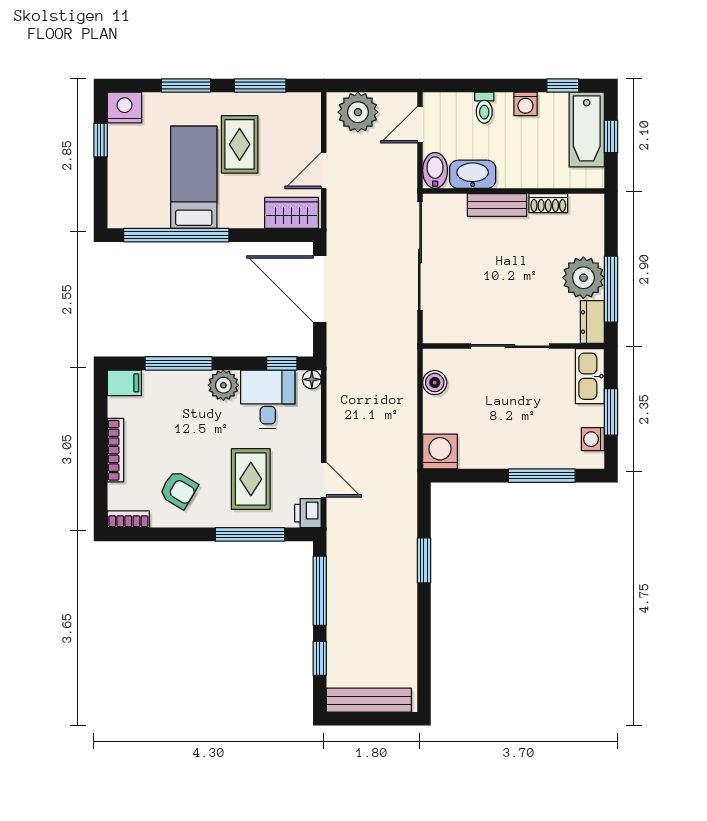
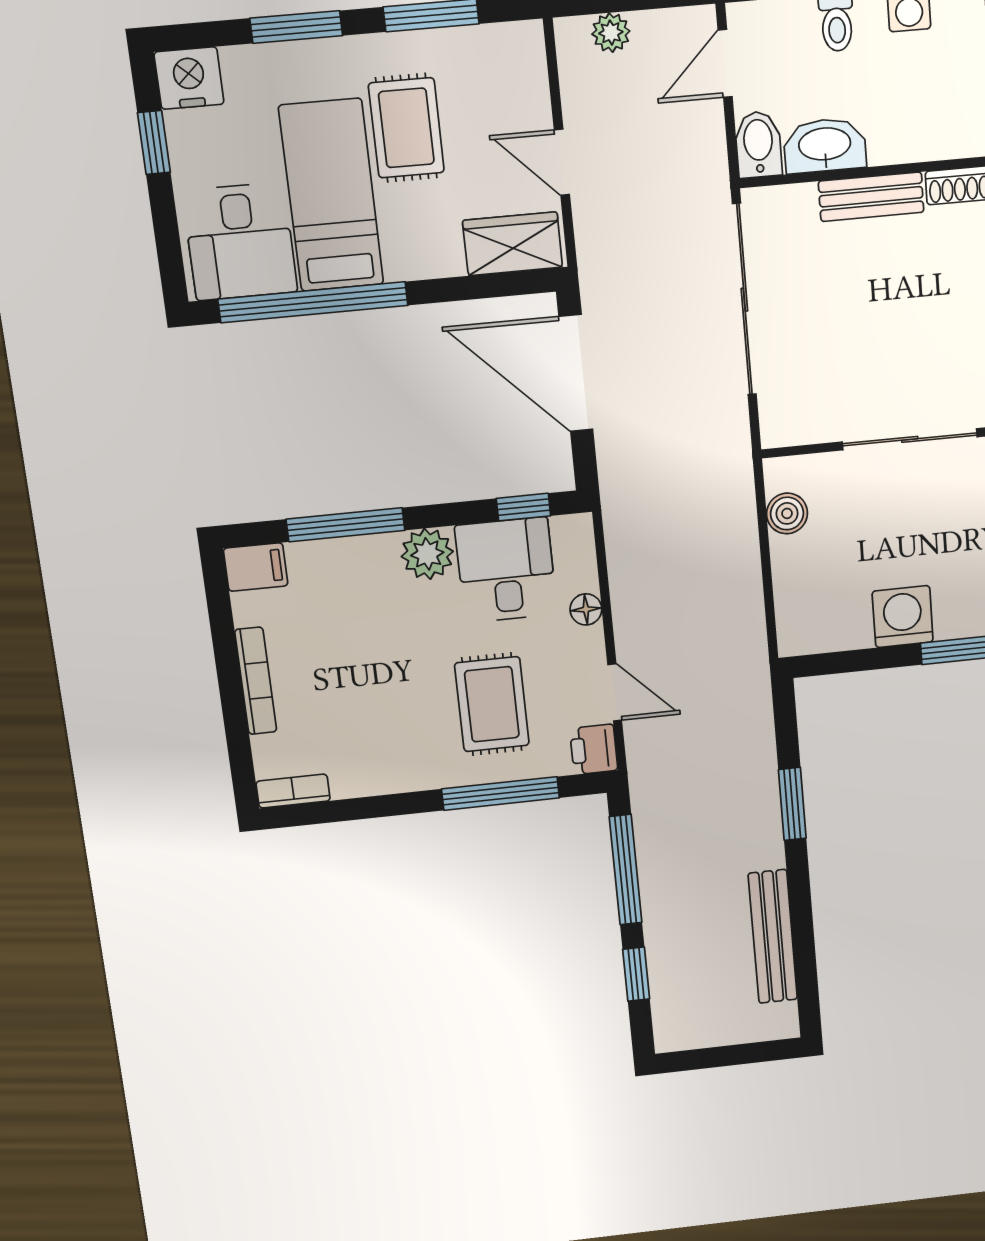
plant: (358, 112) -> (611, 33), width x0.53, depth x0.53
door: (324, 171) -> (562, 162), hinge flipped
desk: (140, 198) -> (240, 241), added
floor lamp: (312, 379) -> (586, 609), moved
washing machine: (440, 452) -> (903, 617), moved
armchair: (179, 490) -> (372, 734), removed
bench: (369, 700) -> (773, 937), moved, turned 90

